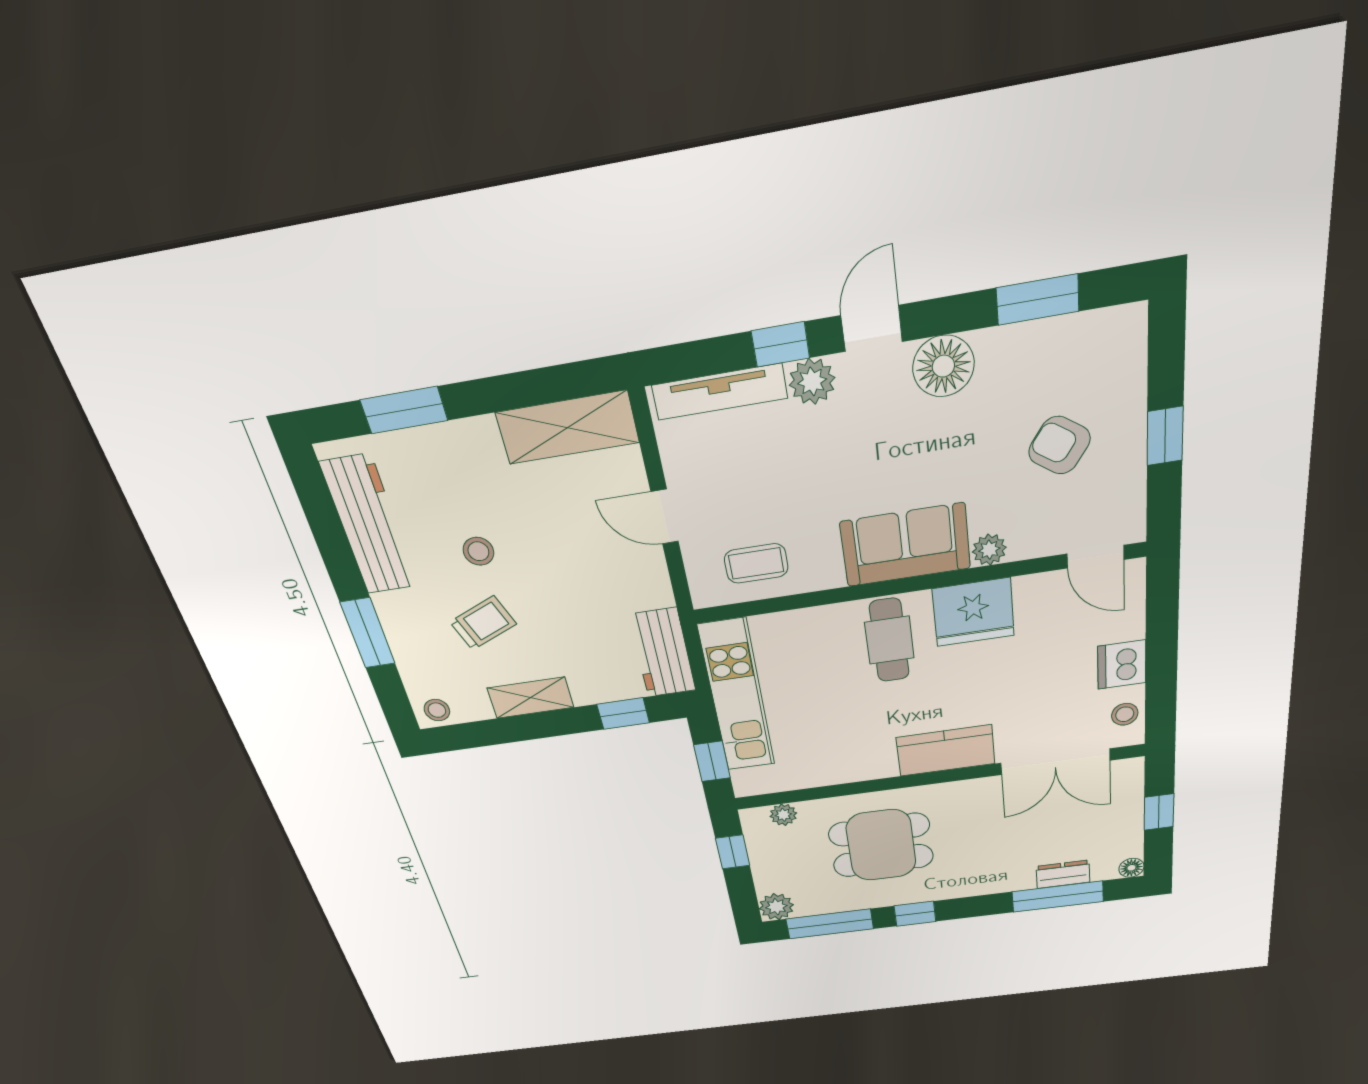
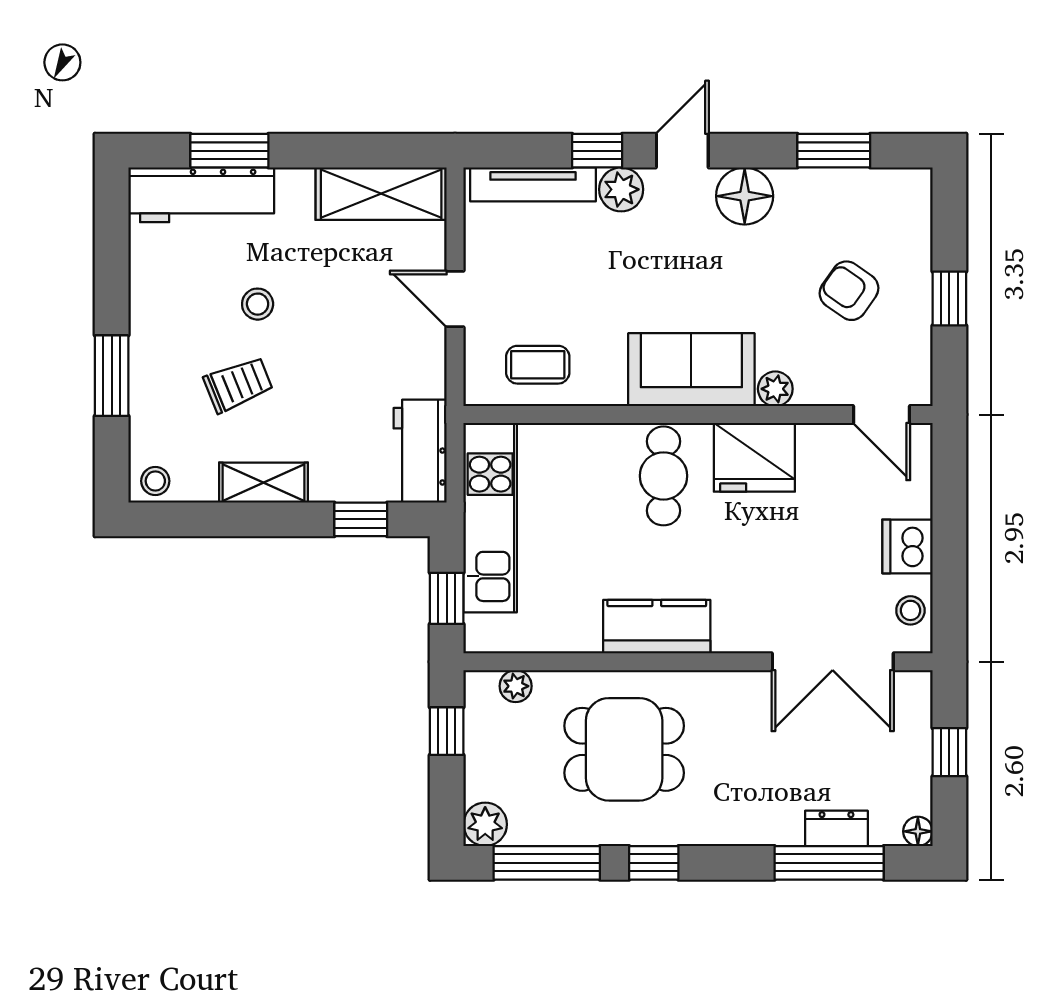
workbench: (369, 525) -> (201, 195), moved, turned 90
kitchen counter: (946, 751) -> (657, 627), moved

